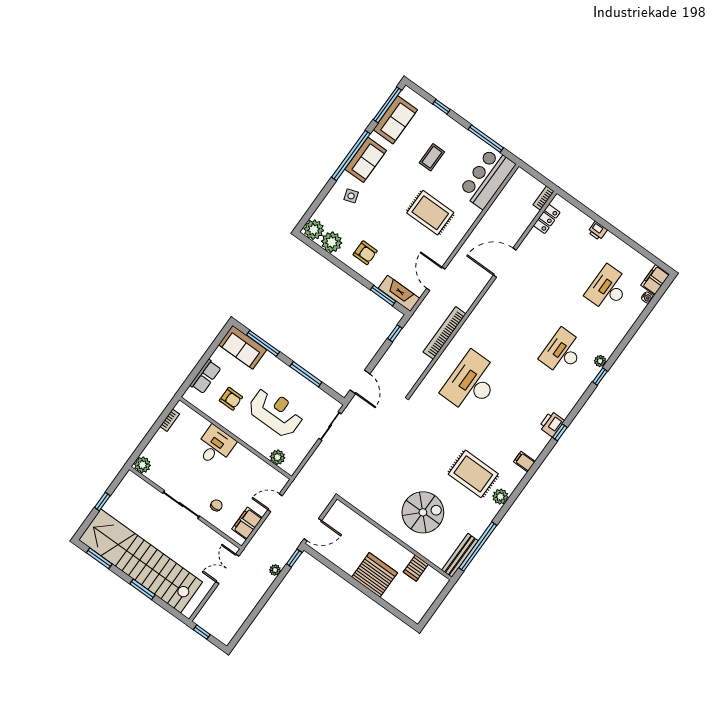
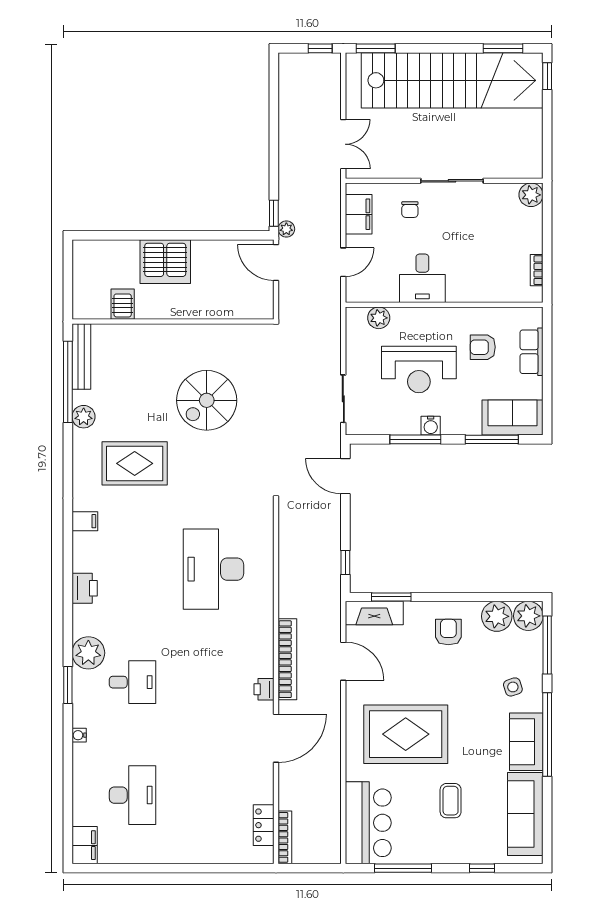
window: (387, 105) -> (547, 645), moved
sofa: (395, 120) -> (525, 814), width x1.36
bookcase: (544, 198) -> (285, 837), width x1.56
rug: (430, 213) -> (406, 734), width x1.37, depth x1.44
printer: (598, 231) -> (264, 689), moved, turned -90
armchair: (365, 253) -> (448, 632), turned 90
water cooler: (647, 298) -> (79, 735), moved
bookcase: (445, 333) -> (287, 659), moved
desk: (563, 352) -> (133, 682), width x0.73
plant: (600, 361) -> (88, 653), moved, width x1.87, depth x1.87
water cooler: (292, 376) -> (431, 426), added
window: (600, 376) -> (68, 685), width x1.50
desk: (472, 383) -> (213, 569), turned 180
window: (560, 432) -> (68, 585), removed
desk: (215, 446) -> (422, 278), moved
plant: (500, 497) -> (84, 417), moved
window: (102, 502) -> (547, 76), moved
spiral stairs: (423, 512) -> (207, 400), moved
door: (313, 530) -> (276, 262), hinge flipped
plant: (275, 570) -> (286, 229), moved
window: (142, 589) -> (376, 48), moved

